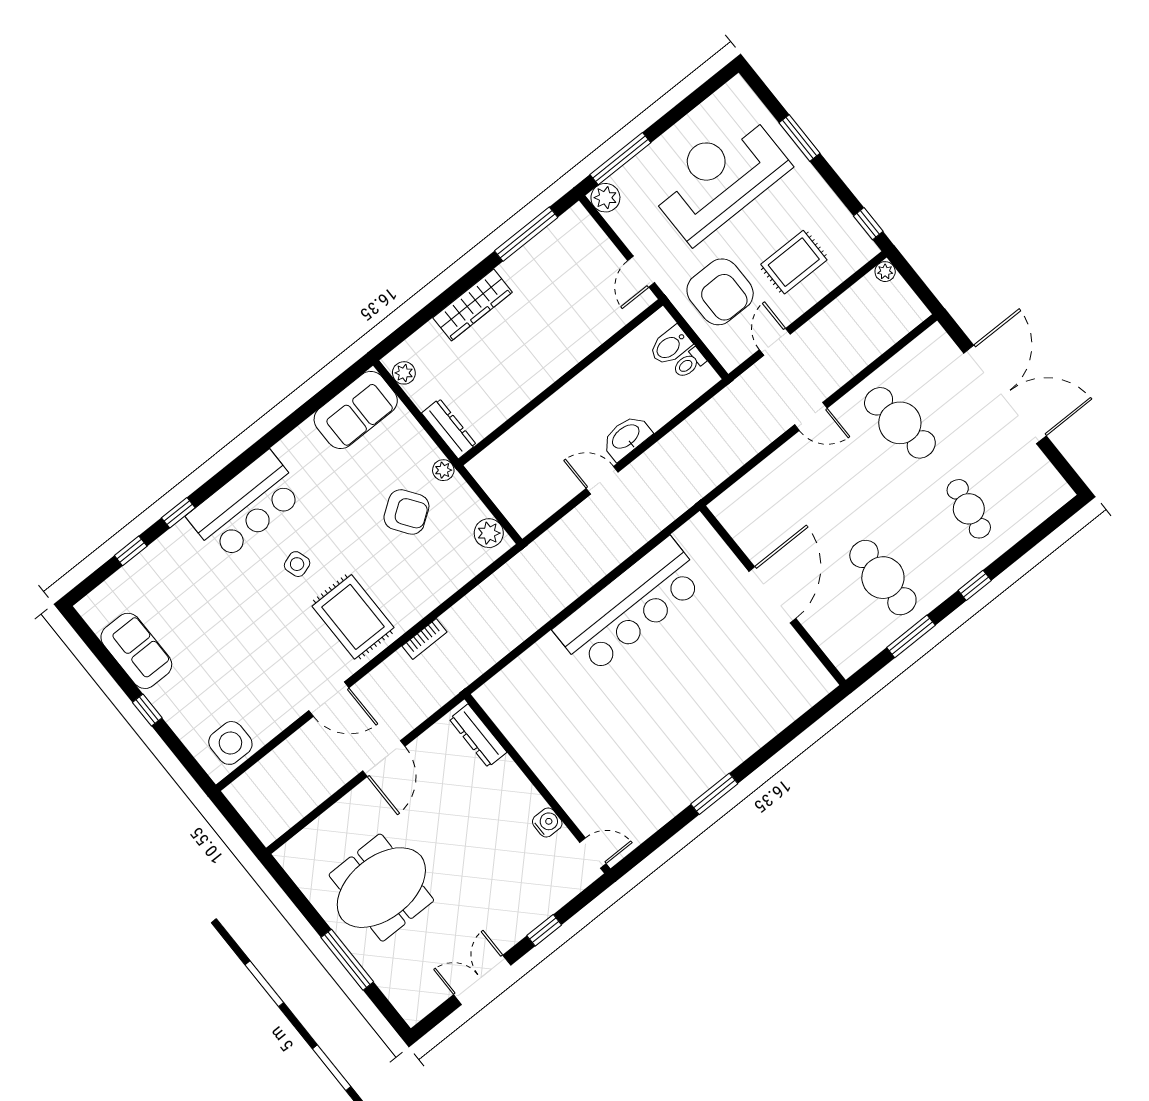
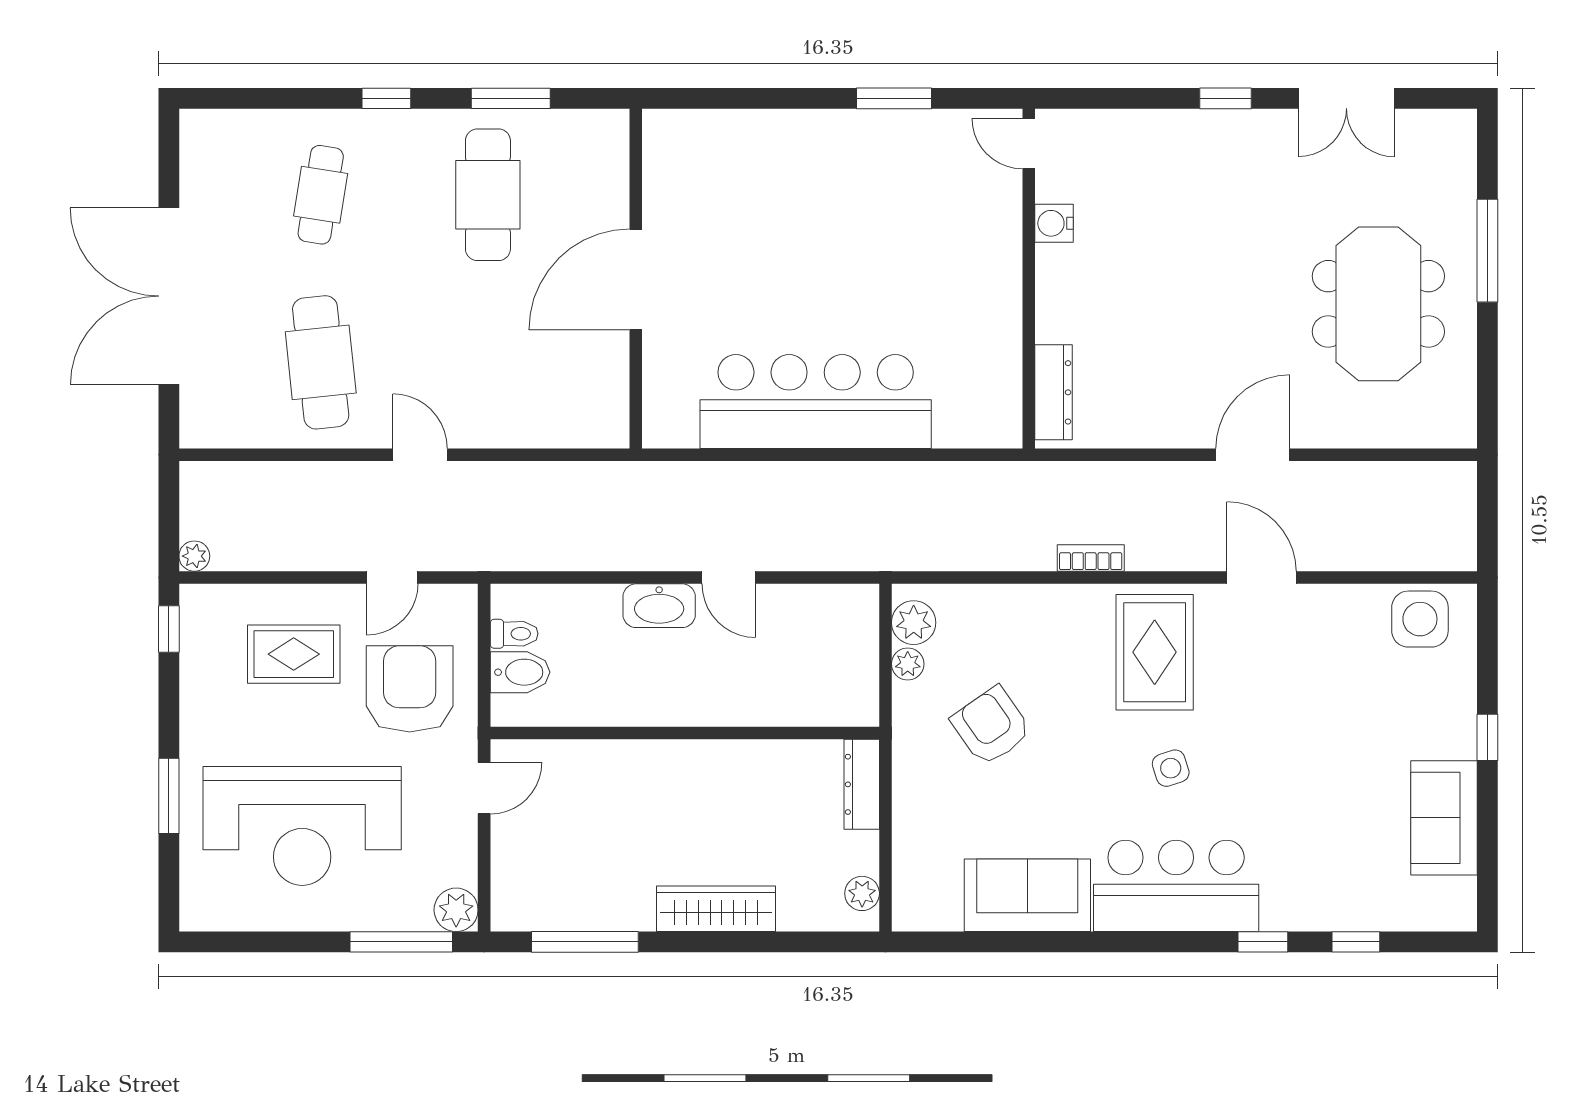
sofa: (356, 410) -> (1027, 895), moved
plant: (443, 470) -> (908, 664), moved
dresser: (478, 736) -> (1054, 392), moved
wall: (537, 784) -> (1029, 279), moved
water cooler: (547, 823) -> (1054, 223), moved
door: (593, 853) -> (1029, 144), moved
meeting table: (381, 888) -> (1378, 304), turned 90

